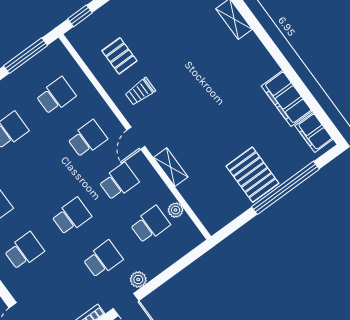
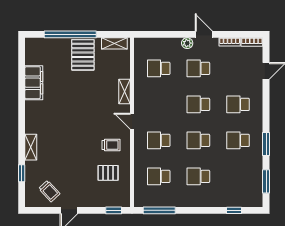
pallet: (119, 56) -> (108, 173), turned 90
filing cabinet: (314, 133) -> (33, 53), removed
door: (136, 138) -> (132, 121), swing flipped
school desk: (119, 182) -> (198, 140), moved
plant: (176, 210) -> (139, 66), removed
shelving: (225, 216) -> (114, 43), added

